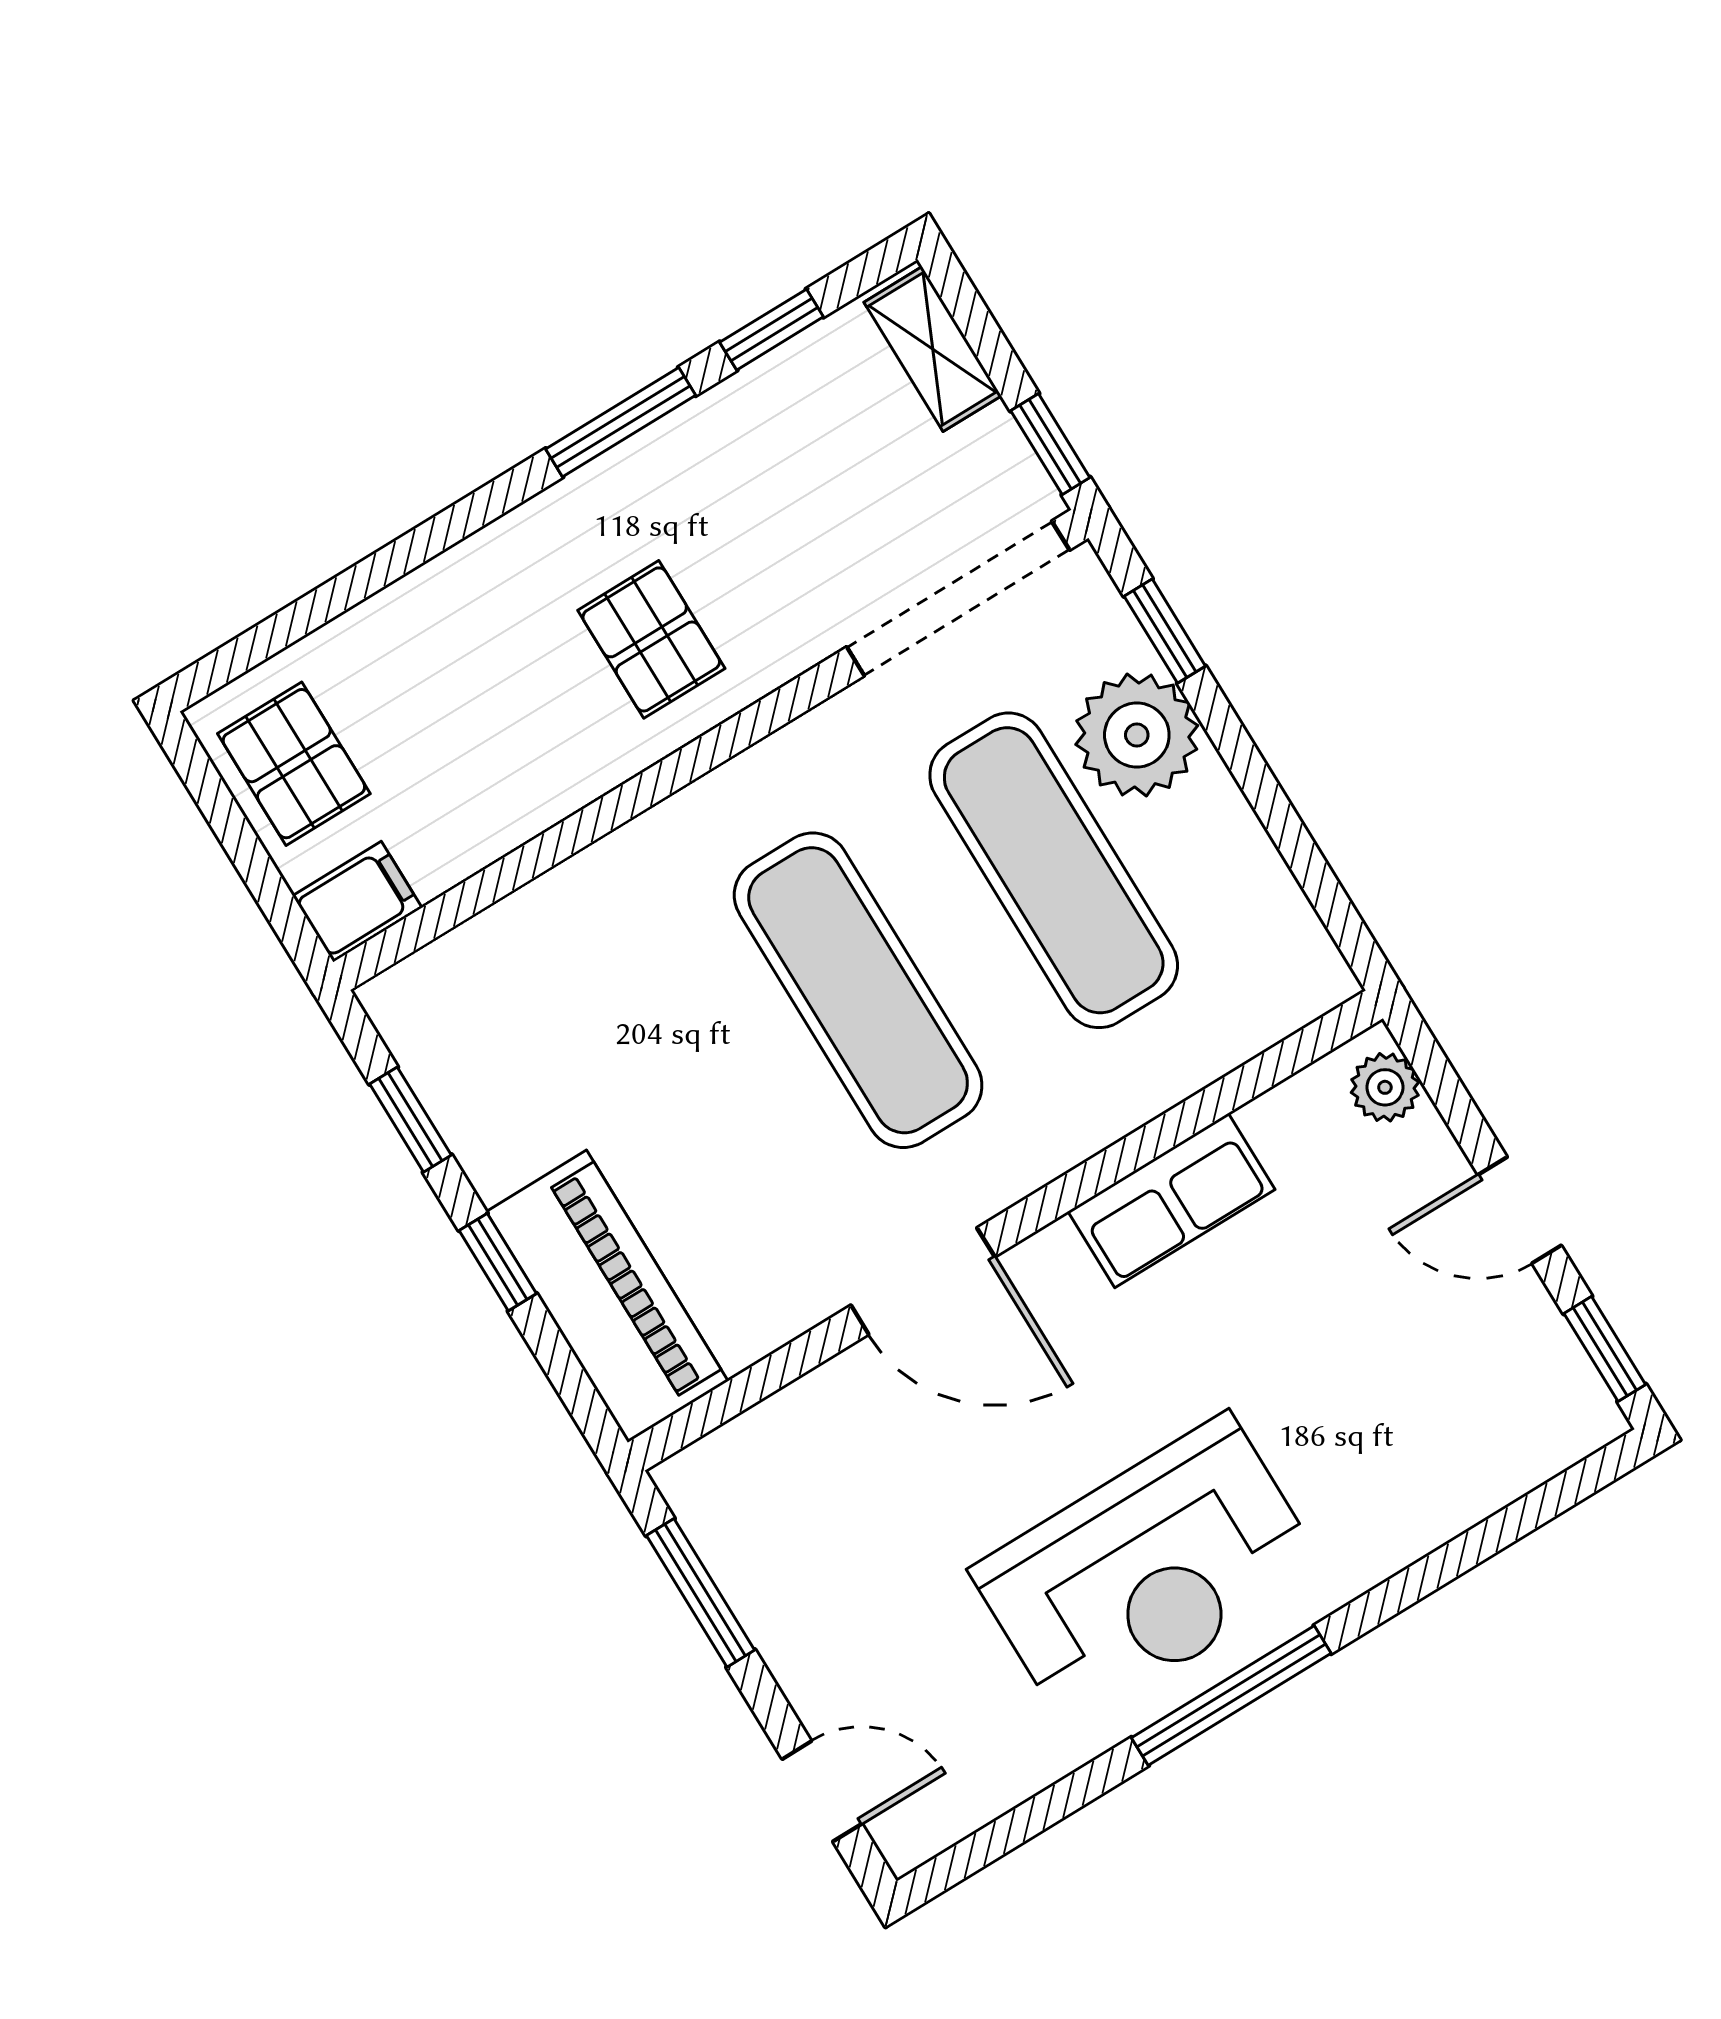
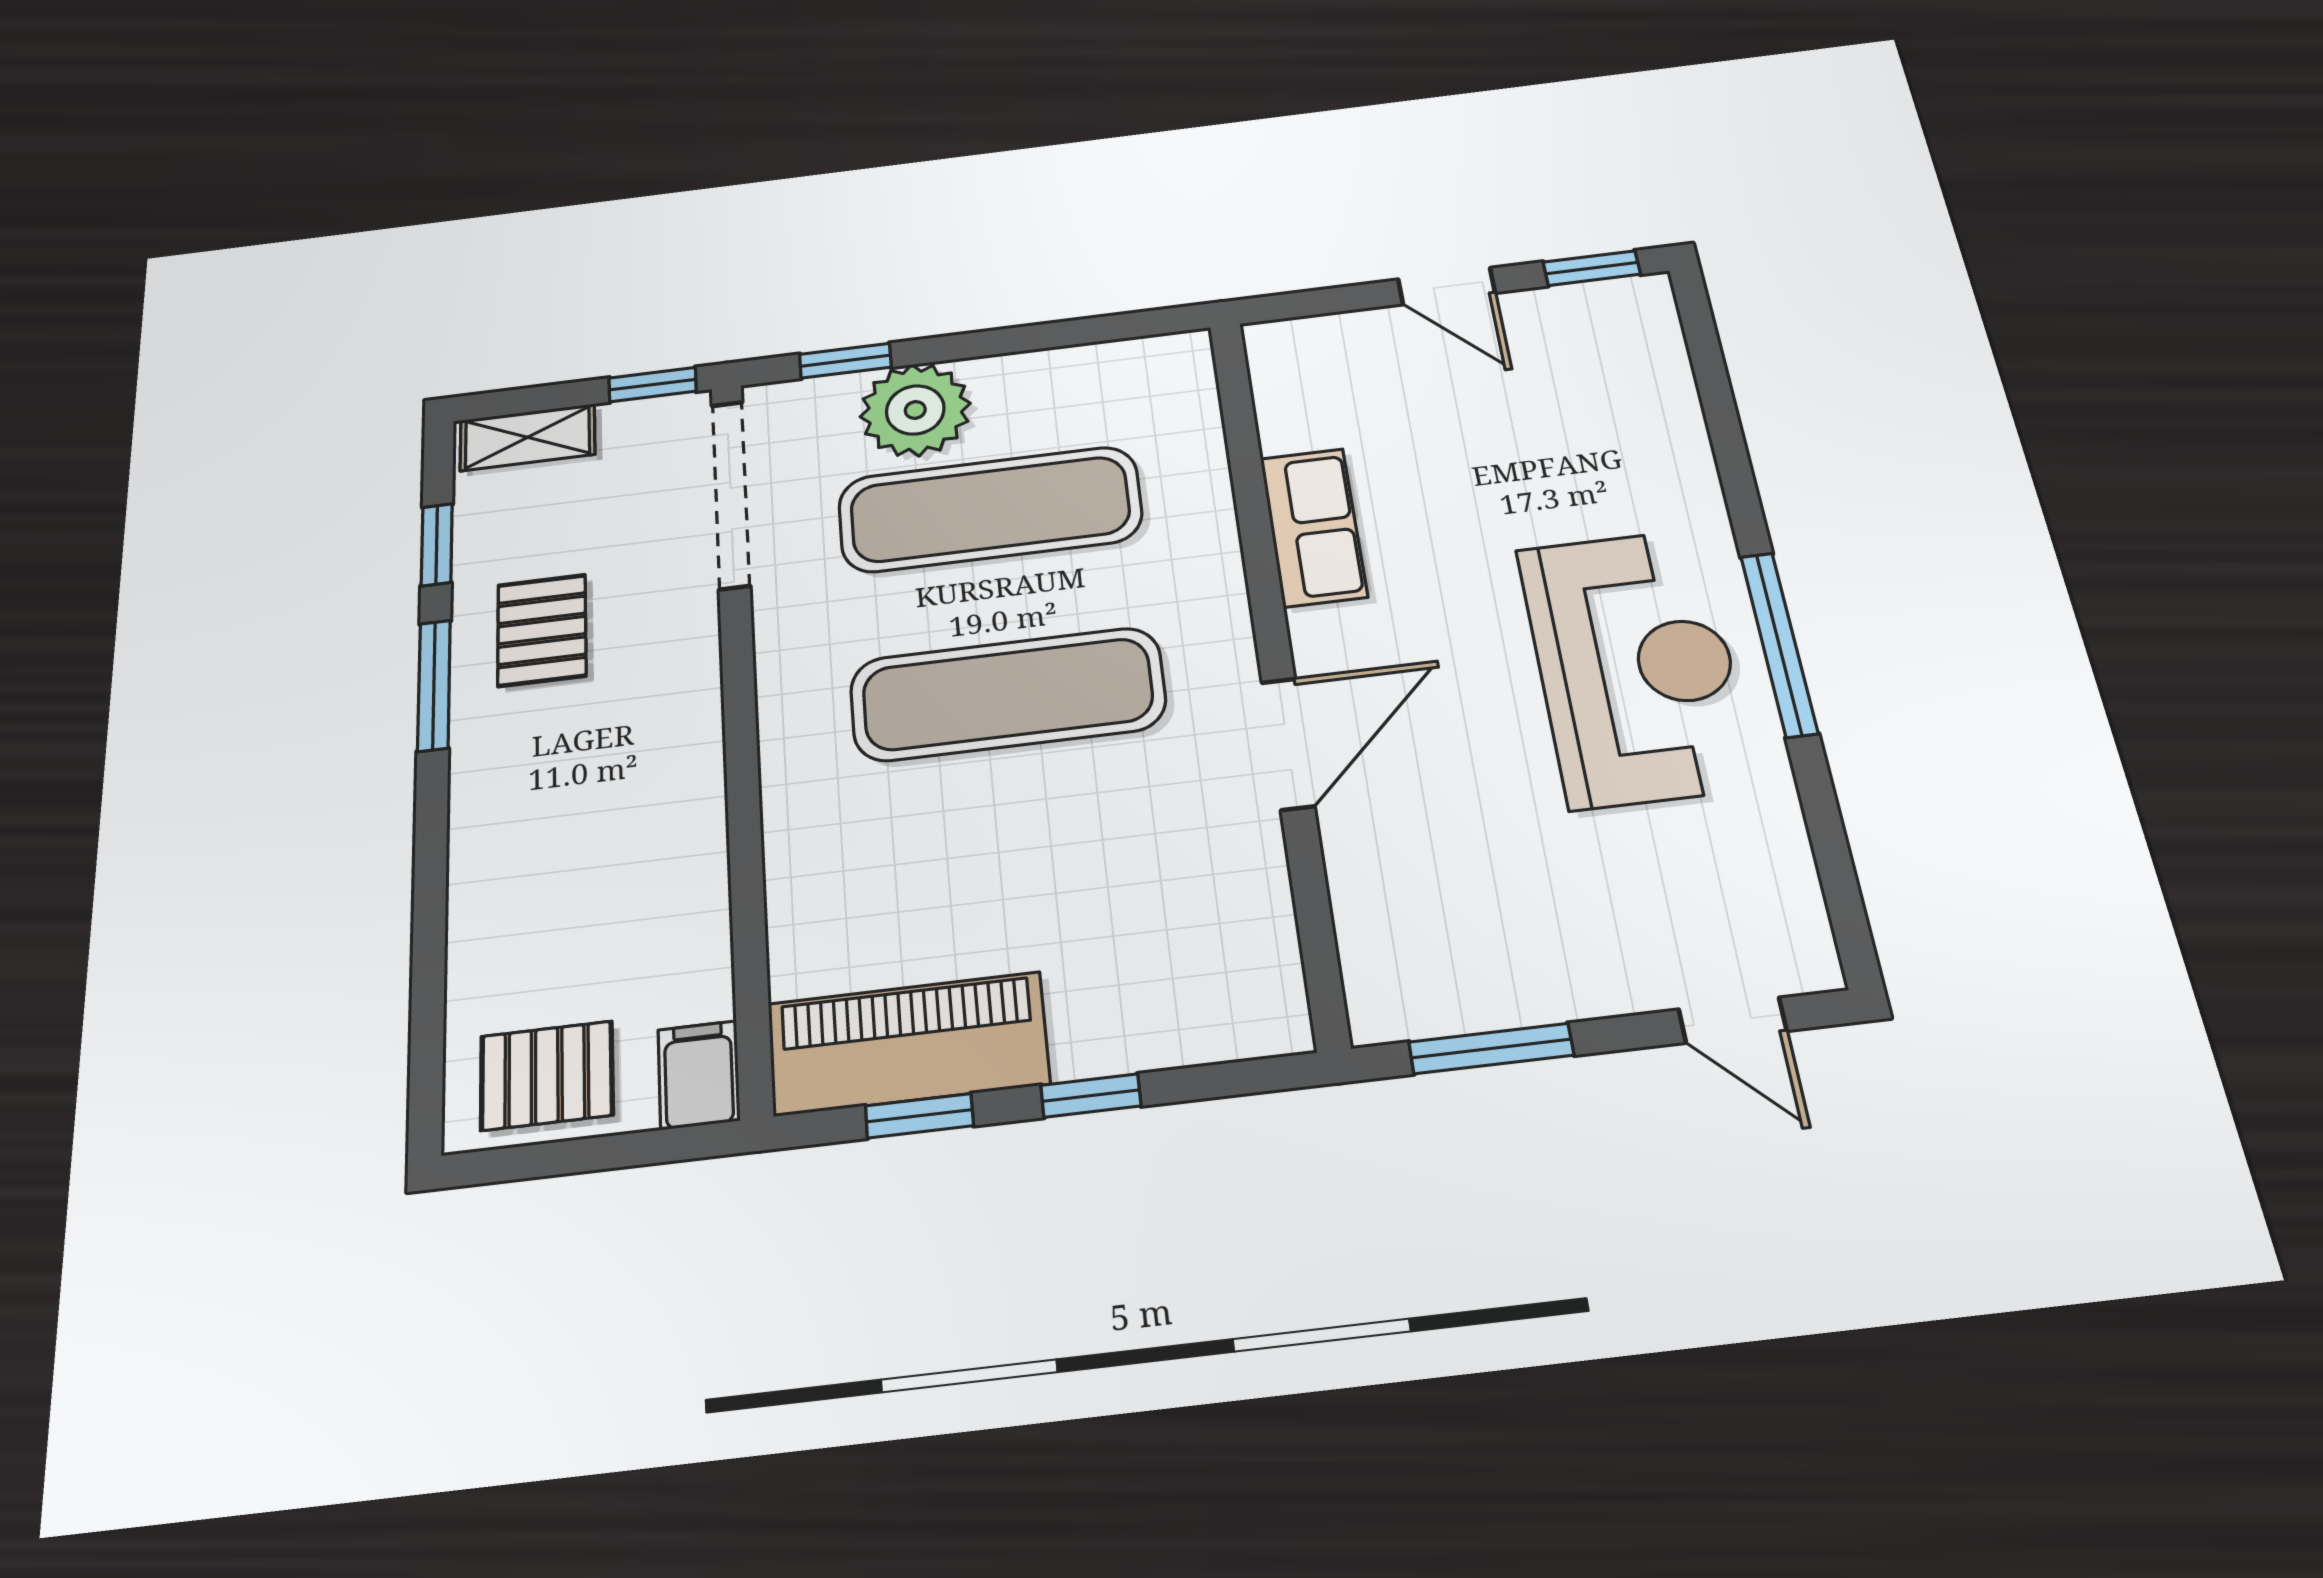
pallet: (651, 639) -> (542, 630), moved, turned 90
plant: (1385, 1087) -> (1297, 342), removed
door: (1520, 1210) -> (1447, 286), hinge flipped
piano: (607, 1296) -> (908, 1044), moved
door: (822, 1791) -> (1733, 1020), swing flipped

